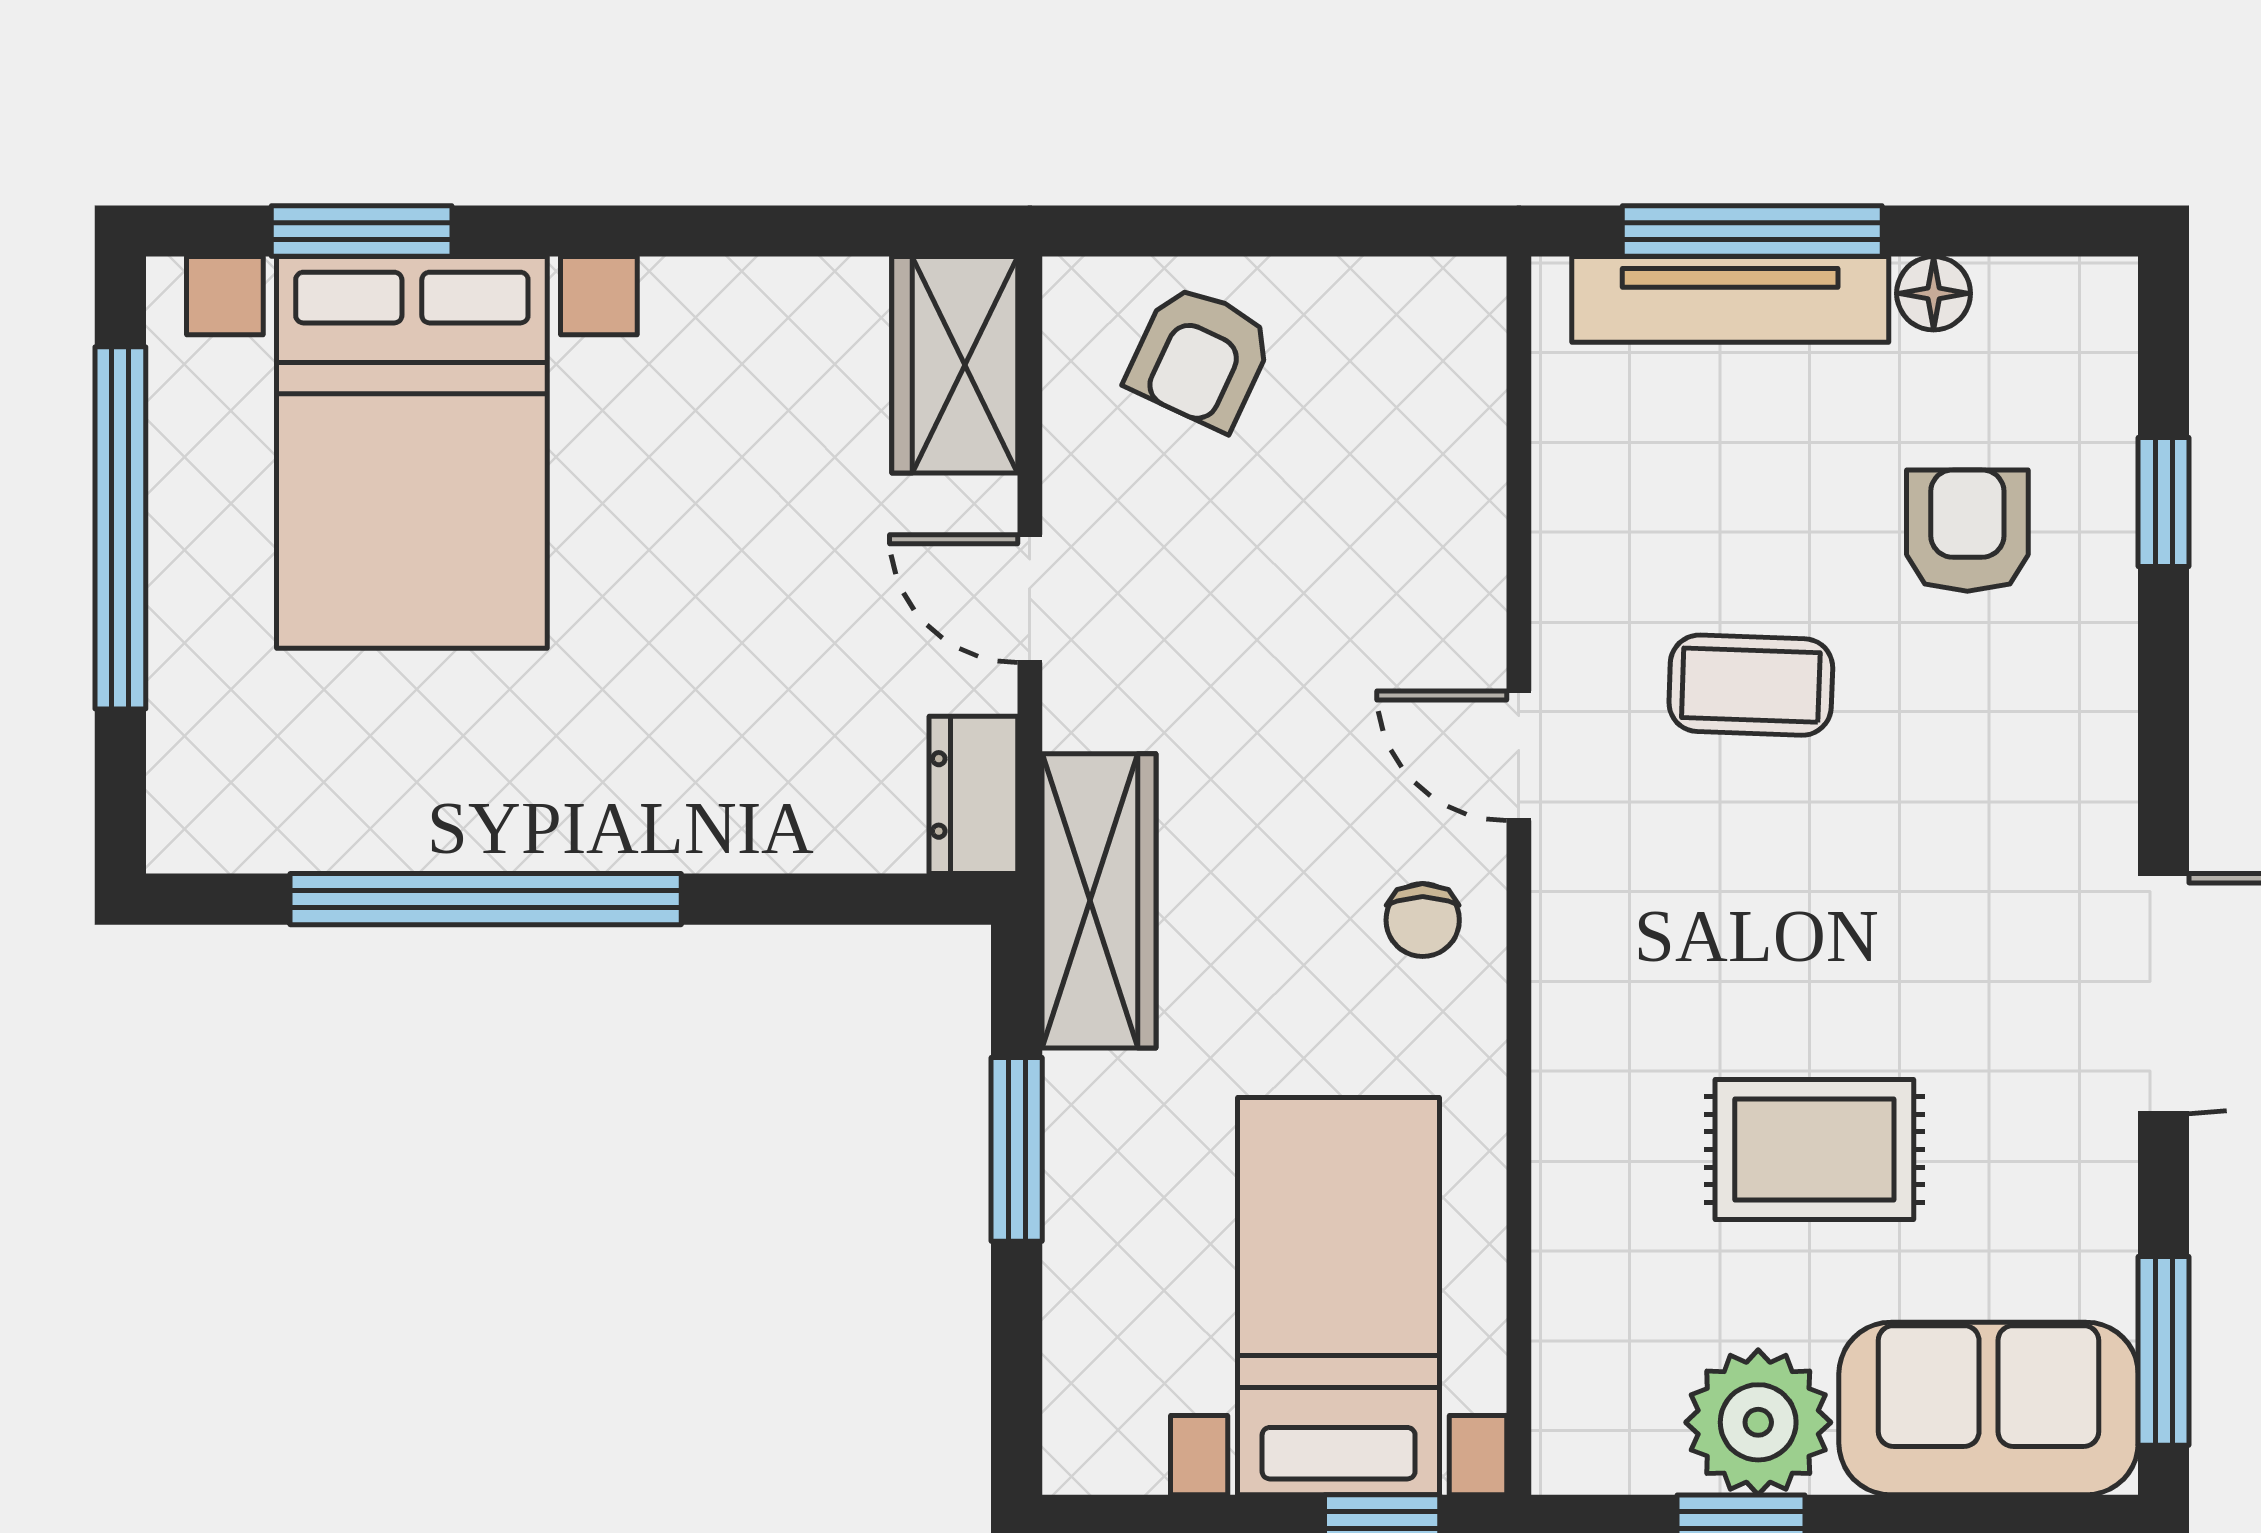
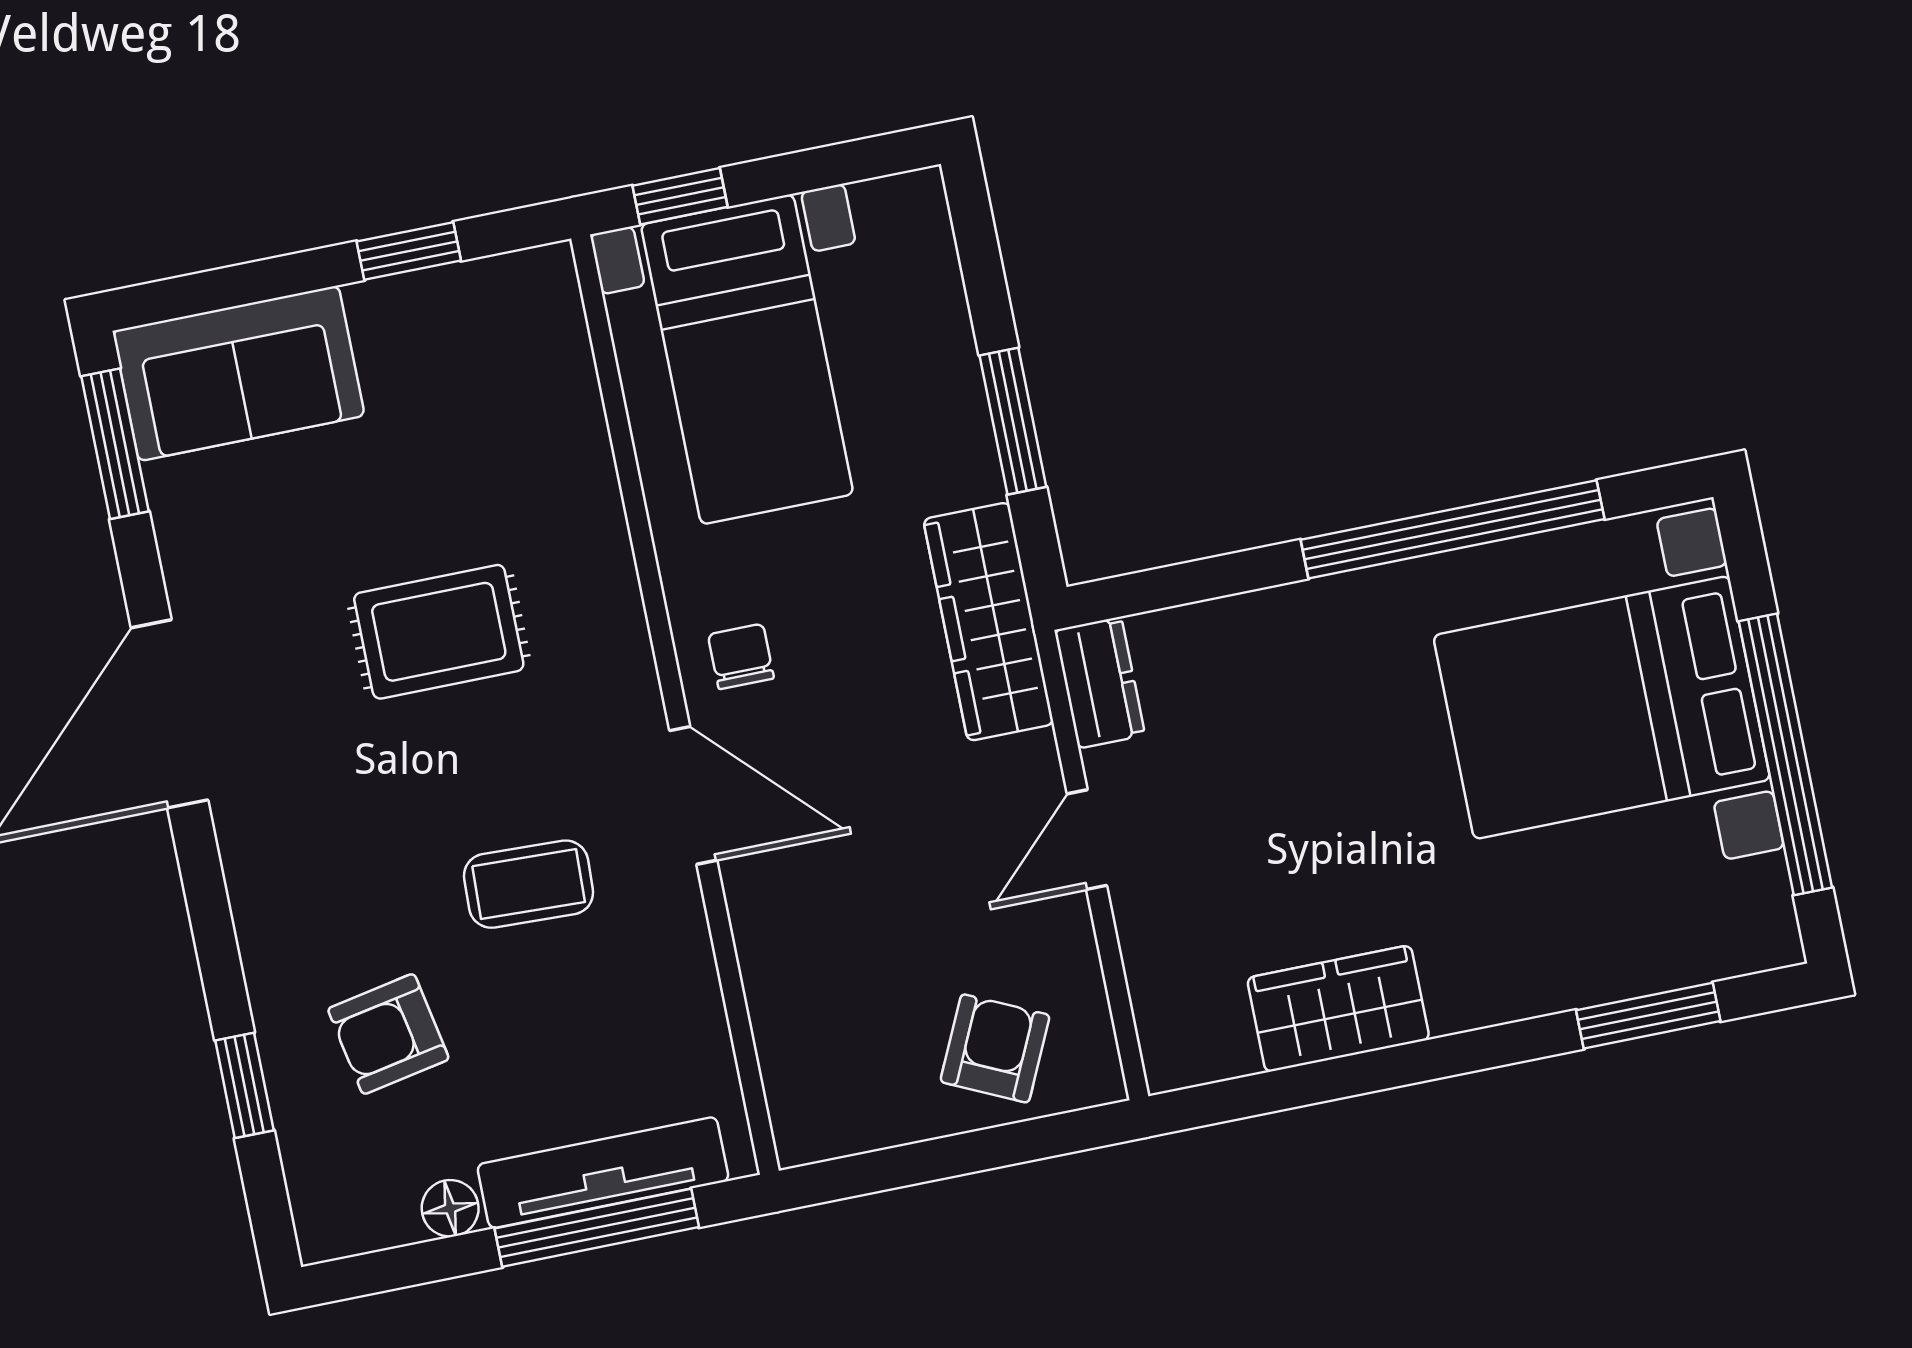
wardrobe: (955, 365) -> (1338, 1009), moved, turned -90
bed with nightstands: (412, 452) -> (1602, 708), moved, turned -90
armchair: (1967, 531) -> (388, 1034), turned 79
door: (1030, 599) -> (1087, 840), swing flipped
door: (1519, 756) -> (693, 795), width x1.38
rug: (1814, 1150) -> (439, 632), moved
plant: (1758, 1422) -> (411, 328), removed

